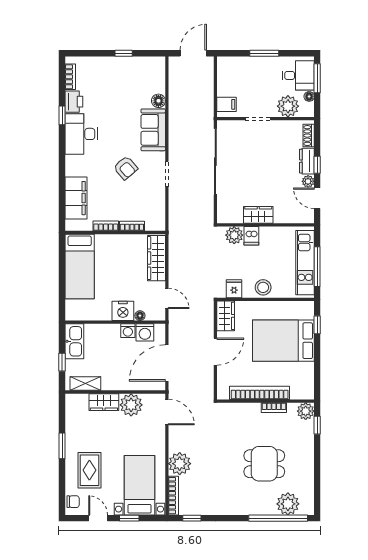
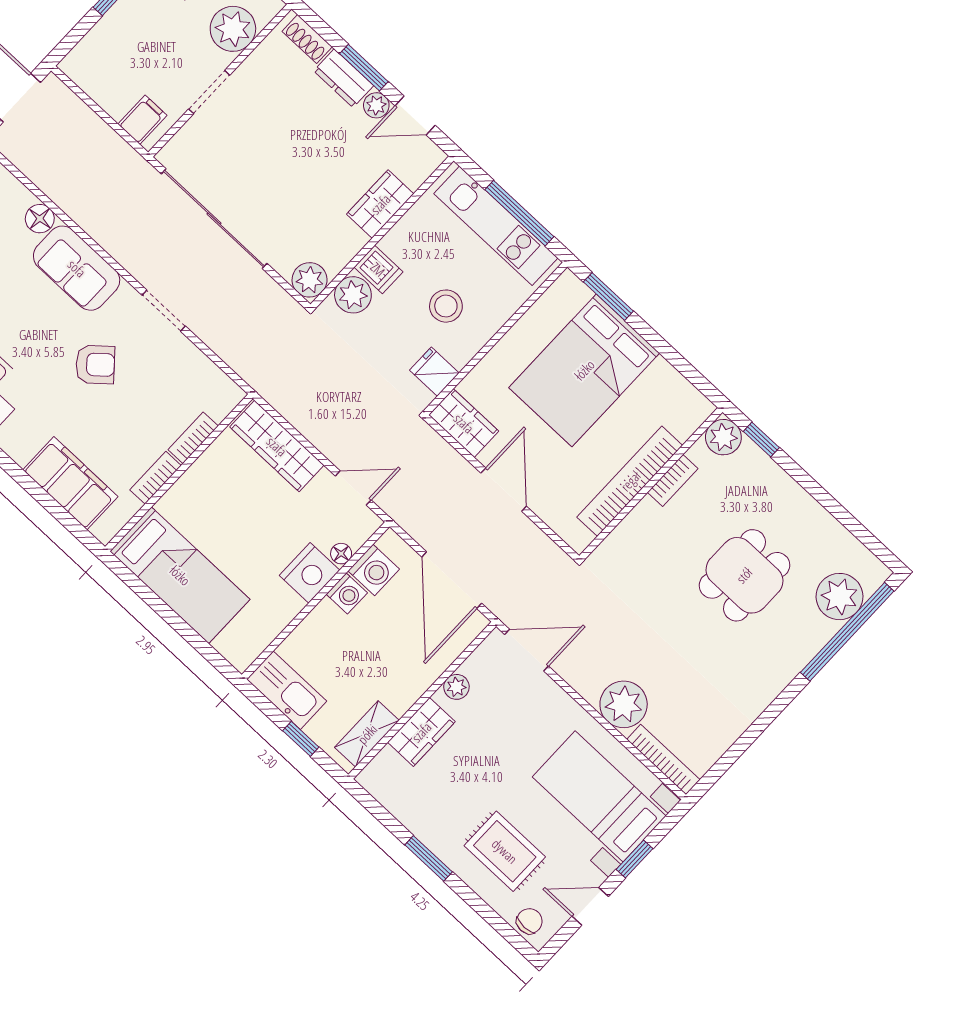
window: (317, 165) -> (364, 68), width x1.50
plant: (225, 215) -> (310, 280), added
wardrobe: (258, 215) -> (380, 204), moved
stool: (263, 287) -> (446, 306), moved
window: (317, 325) -> (608, 296), width x1.50
plant: (131, 405) -> (456, 687), width x0.53, depth x0.53
window: (192, 518) -> (724, 763), removed

